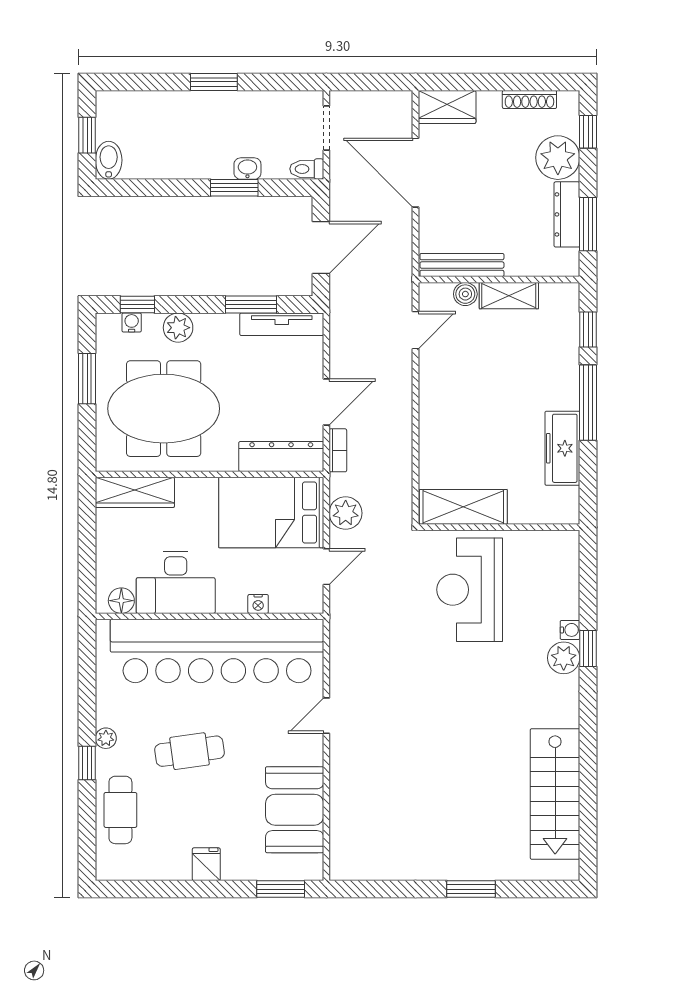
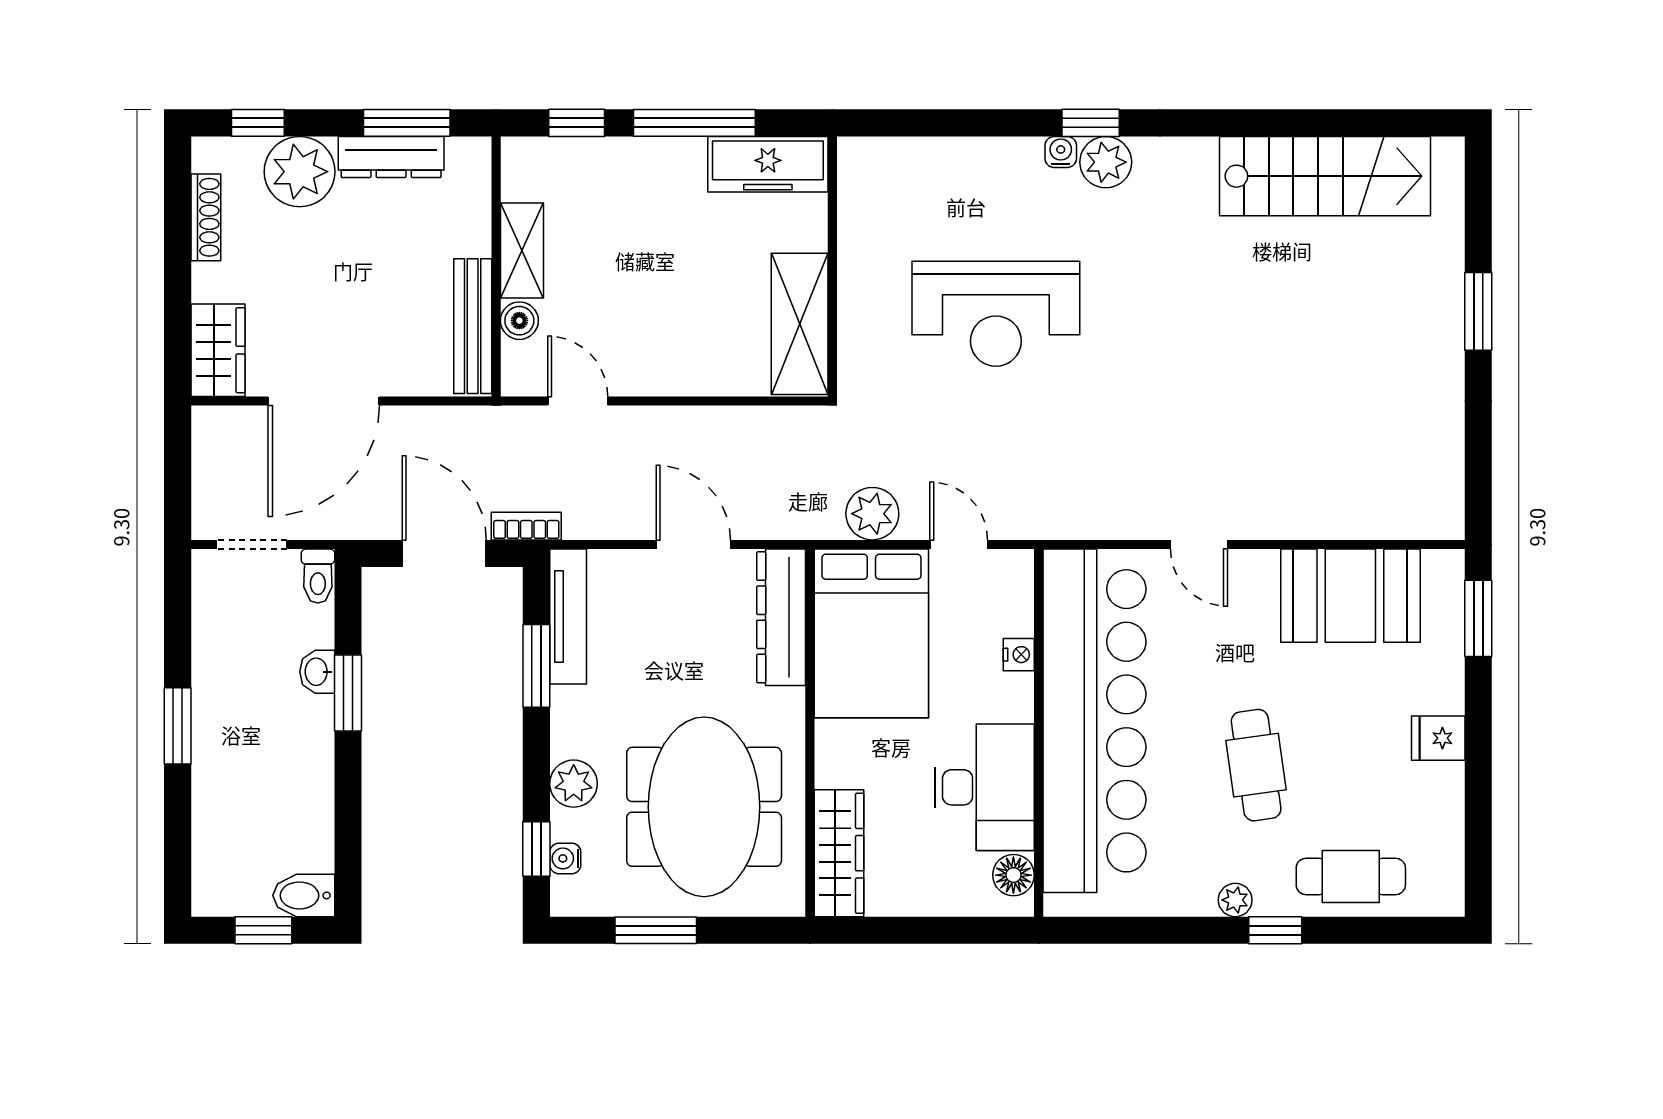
bookcase: (338, 450) -> (526, 526), moved
shelving: (463, 507) -> (800, 324), moved
wall: (499, 527) -> (832, 266), moved

